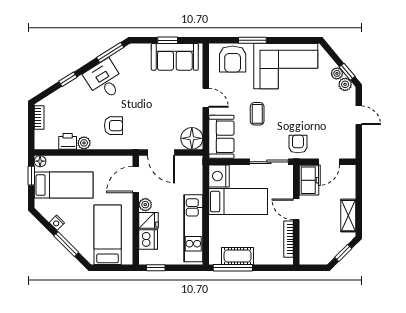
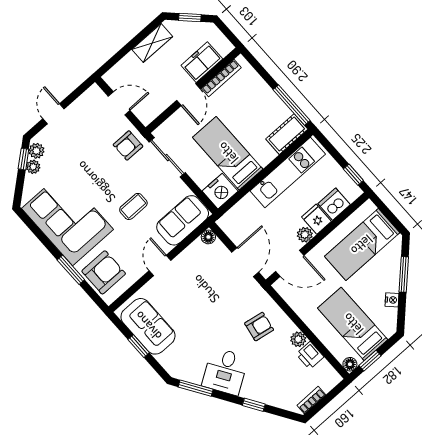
armchair: (113, 126) -> (259, 327), turned 100
floor lamp: (192, 138) -> (208, 237), width x0.53, depth x0.53
freezer: (309, 180) -> (202, 62), moved
cot: (238, 256) -> (287, 134), moved, turned 90

